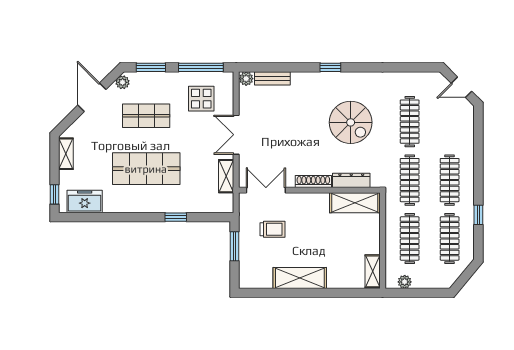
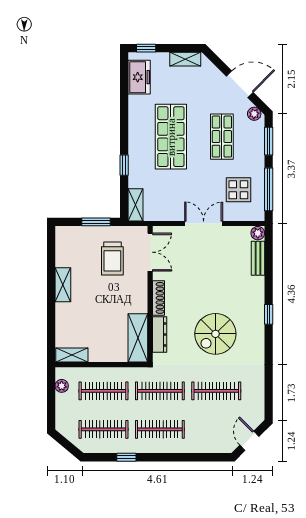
shelving: (226, 176) -> (135, 205), moved, turned 90
trolley: (273, 229) -> (112, 259), width x1.36, depth x1.39
shelving: (300, 278) -> (63, 285), width x0.67, depth x0.75

